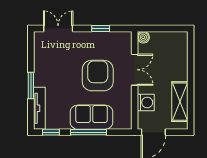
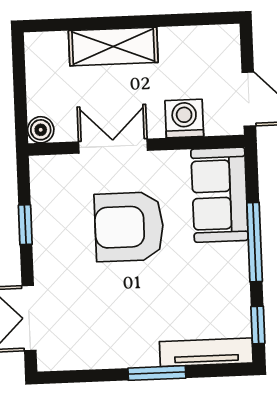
shelving: (180, 102) -> (113, 46), moved
sofa: (91, 117) -> (220, 195), moved

